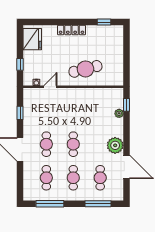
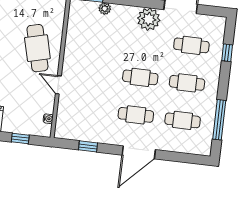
door: (50, 87) -> (58, 85), moved
window: (98, 204) -> (227, 53), width x0.46

